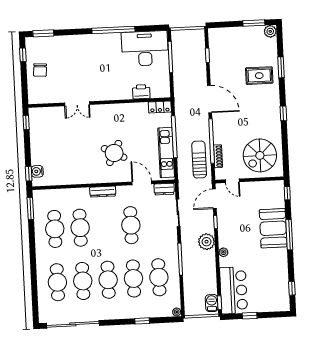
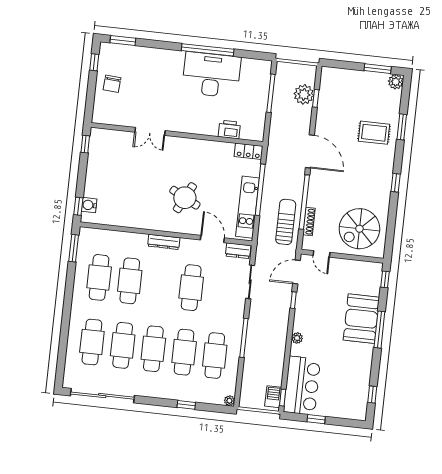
desk: (145, 48) -> (211, 75), moved
plant: (207, 242) -> (304, 94), moved

